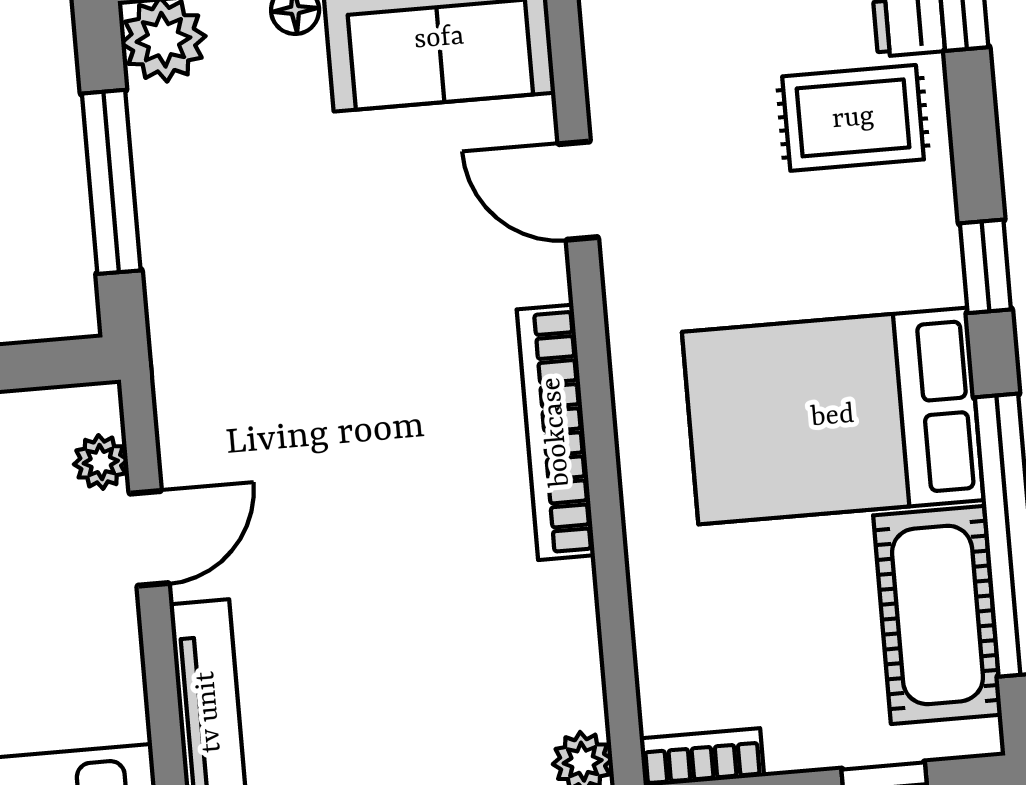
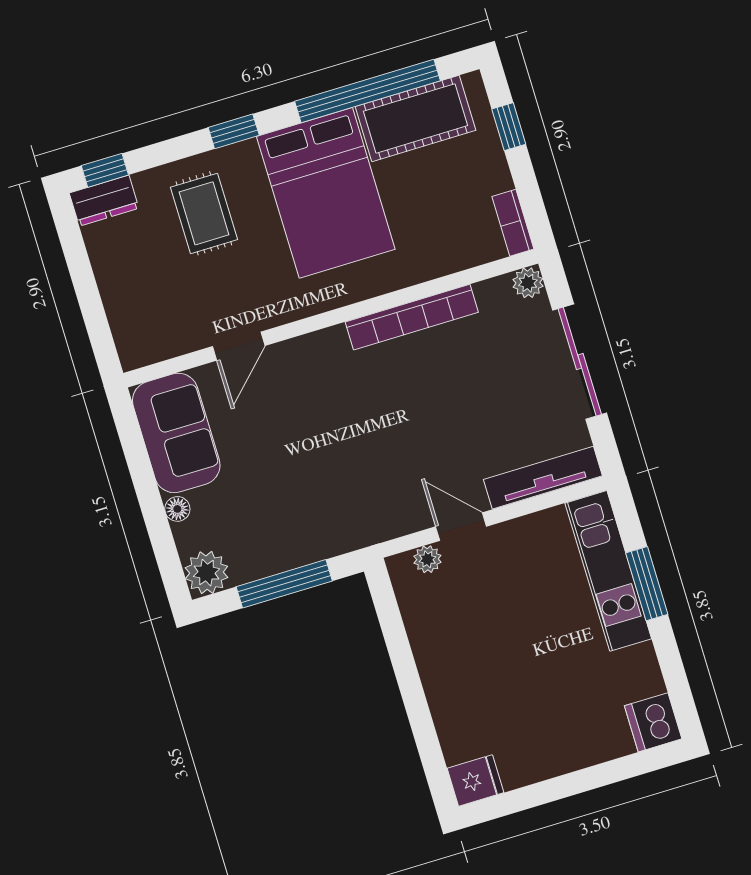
rug: (853, 118) -> (204, 213), moved
bookcase: (556, 432) -> (412, 317), moved

